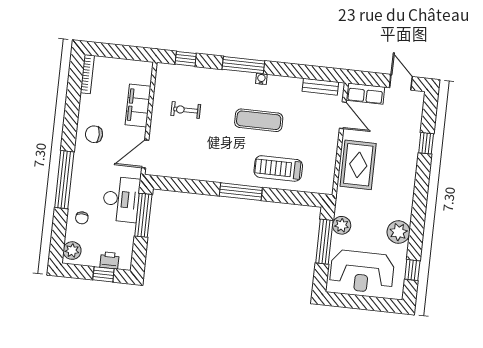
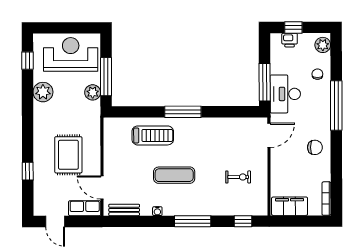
water cooler: (261, 79) -> (157, 211), moved
filing cabinet: (138, 105) -> (290, 206), moved, turned -90
rug: (358, 165) -> (68, 155), moved

